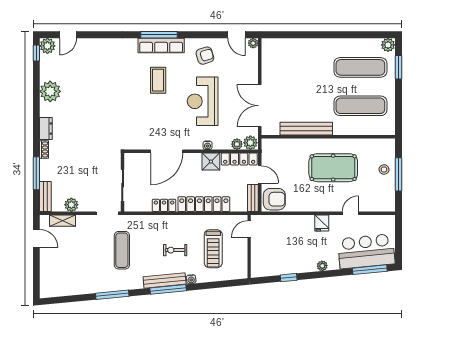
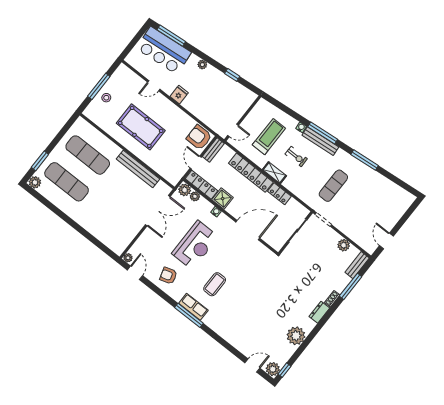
row of seats: (161, 46) -> (193, 307), width x0.68
shelving: (63, 221) -> (274, 173), moved

